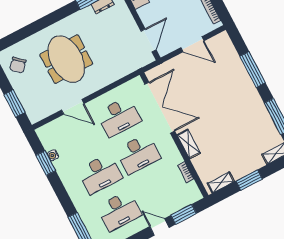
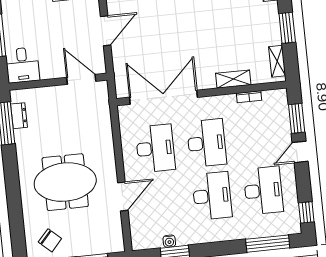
shelving: (189, 144) -> (233, 79), moved

